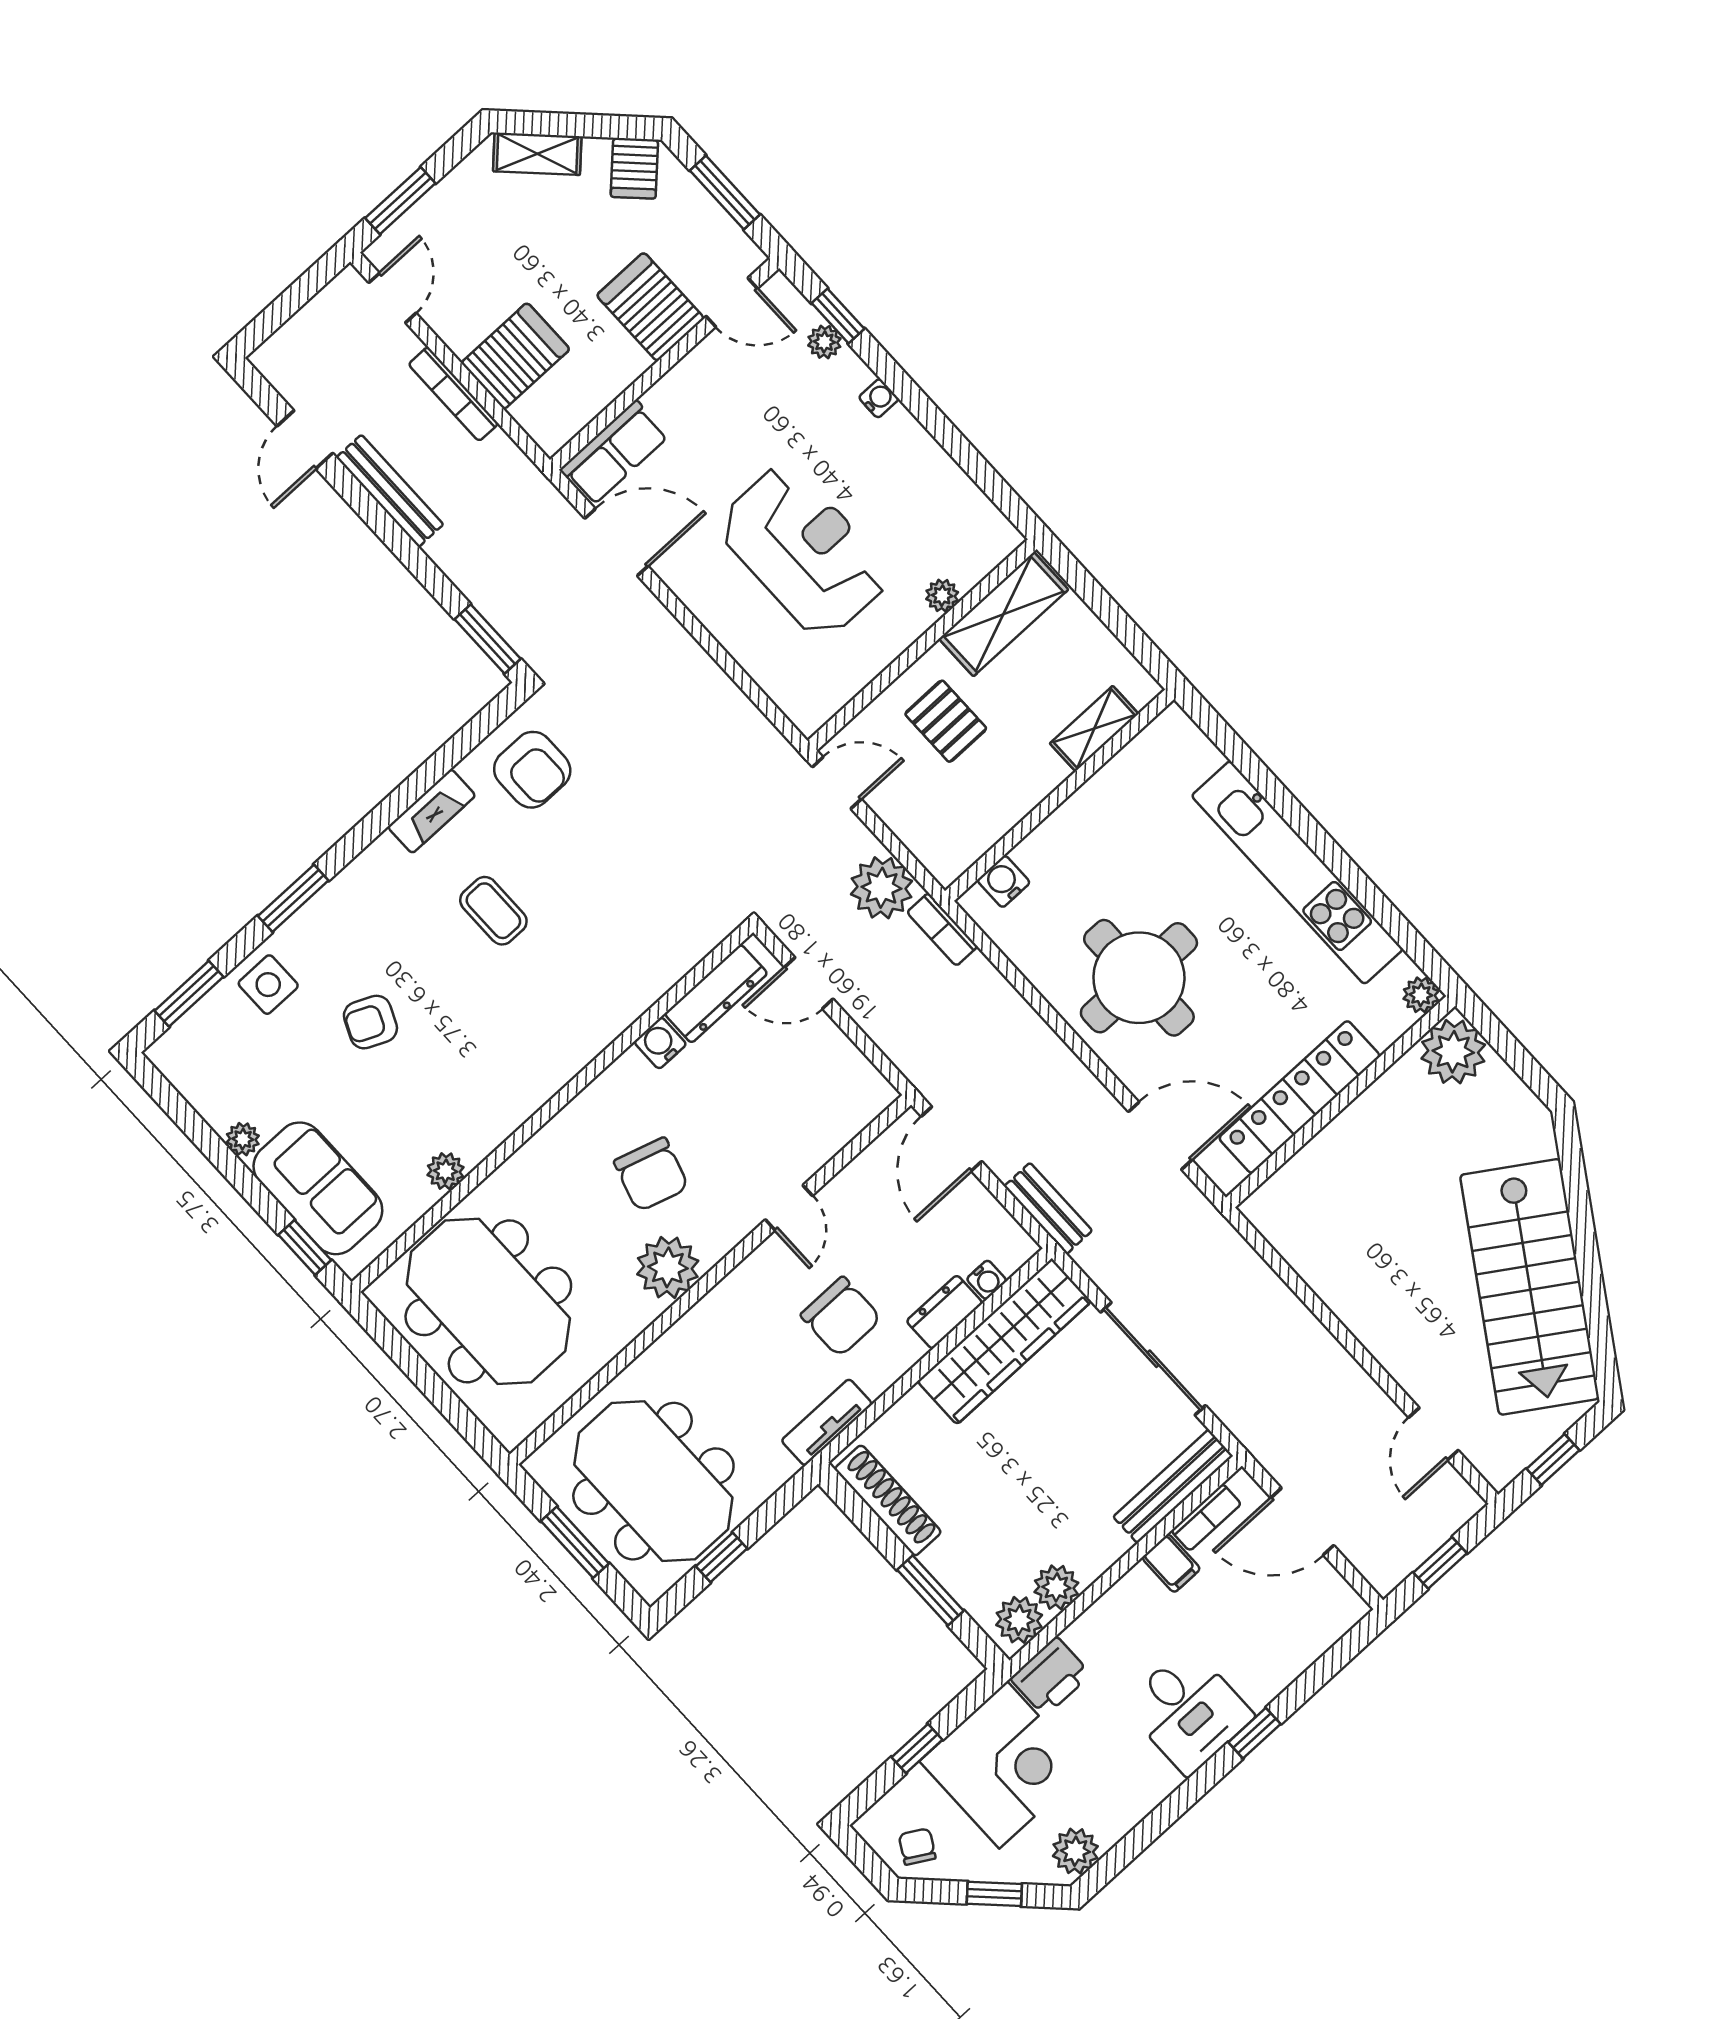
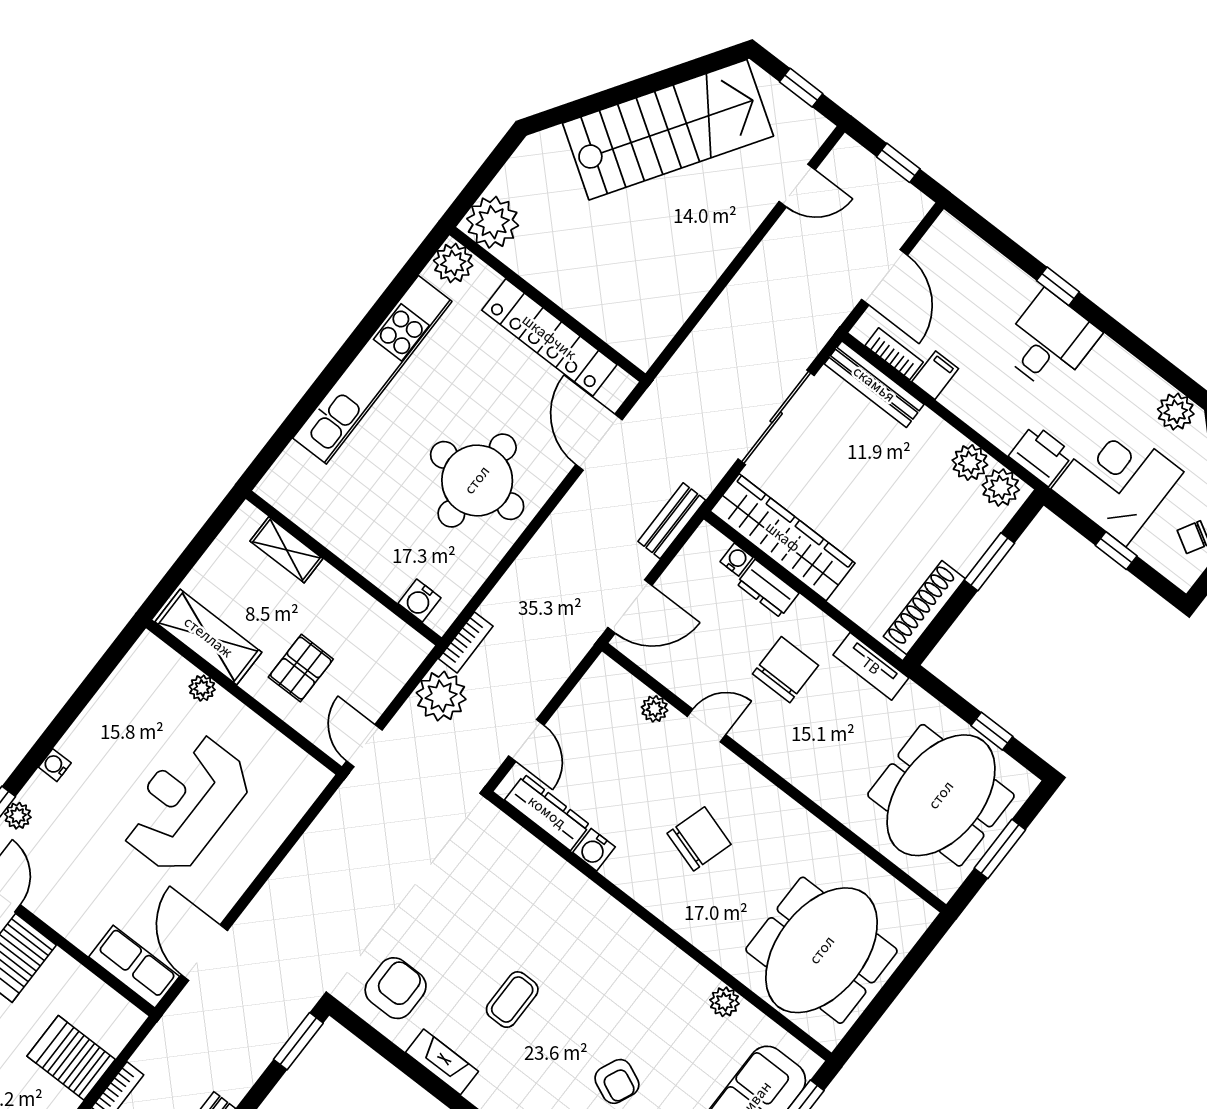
plant: (1421, 995) -> (453, 263), width x1.38, depth x1.38
plant: (668, 1267) -> (655, 709), moved, width x0.53, depth x0.53

